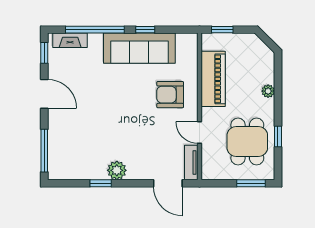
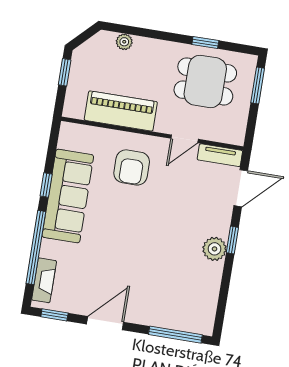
window: (222, 30) -> (65, 72), moved
plant: (268, 91) -> (124, 42), moved
window: (101, 183) -> (232, 240), moved

